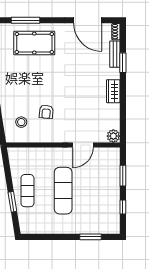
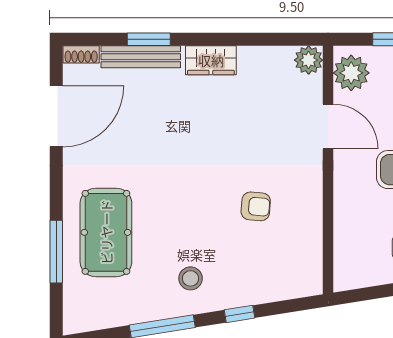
bench: (115, 54) -> (141, 57), width x1.36
stool: (21, 122) -> (191, 278), moved
plant: (107, 156) -> (351, 73), added

